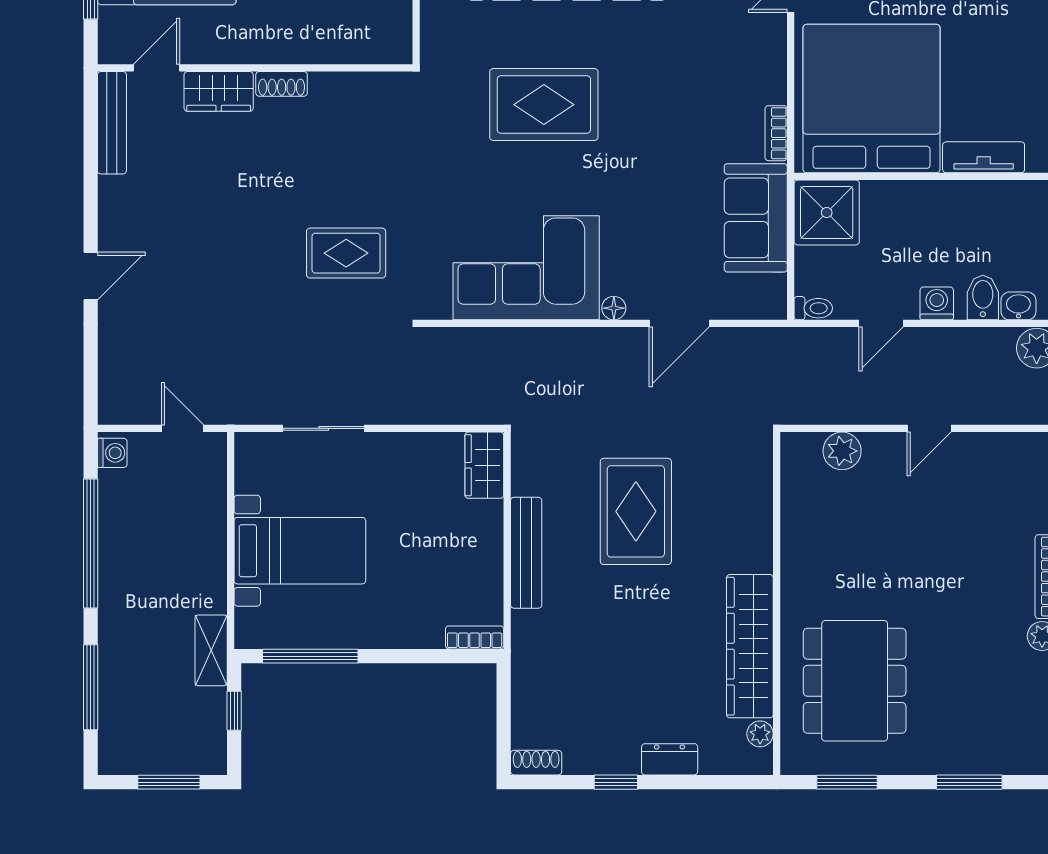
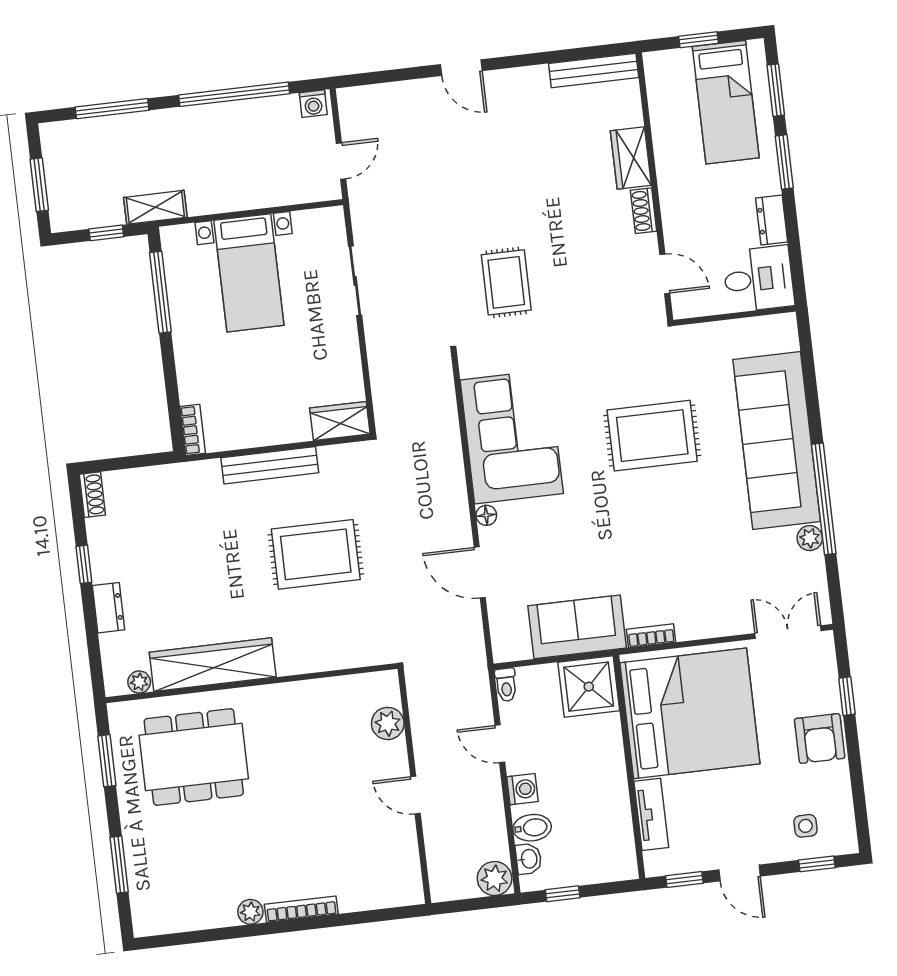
door: (157, 68) -> (665, 274), moved
rug: (544, 105) -> (652, 436), turned 90

